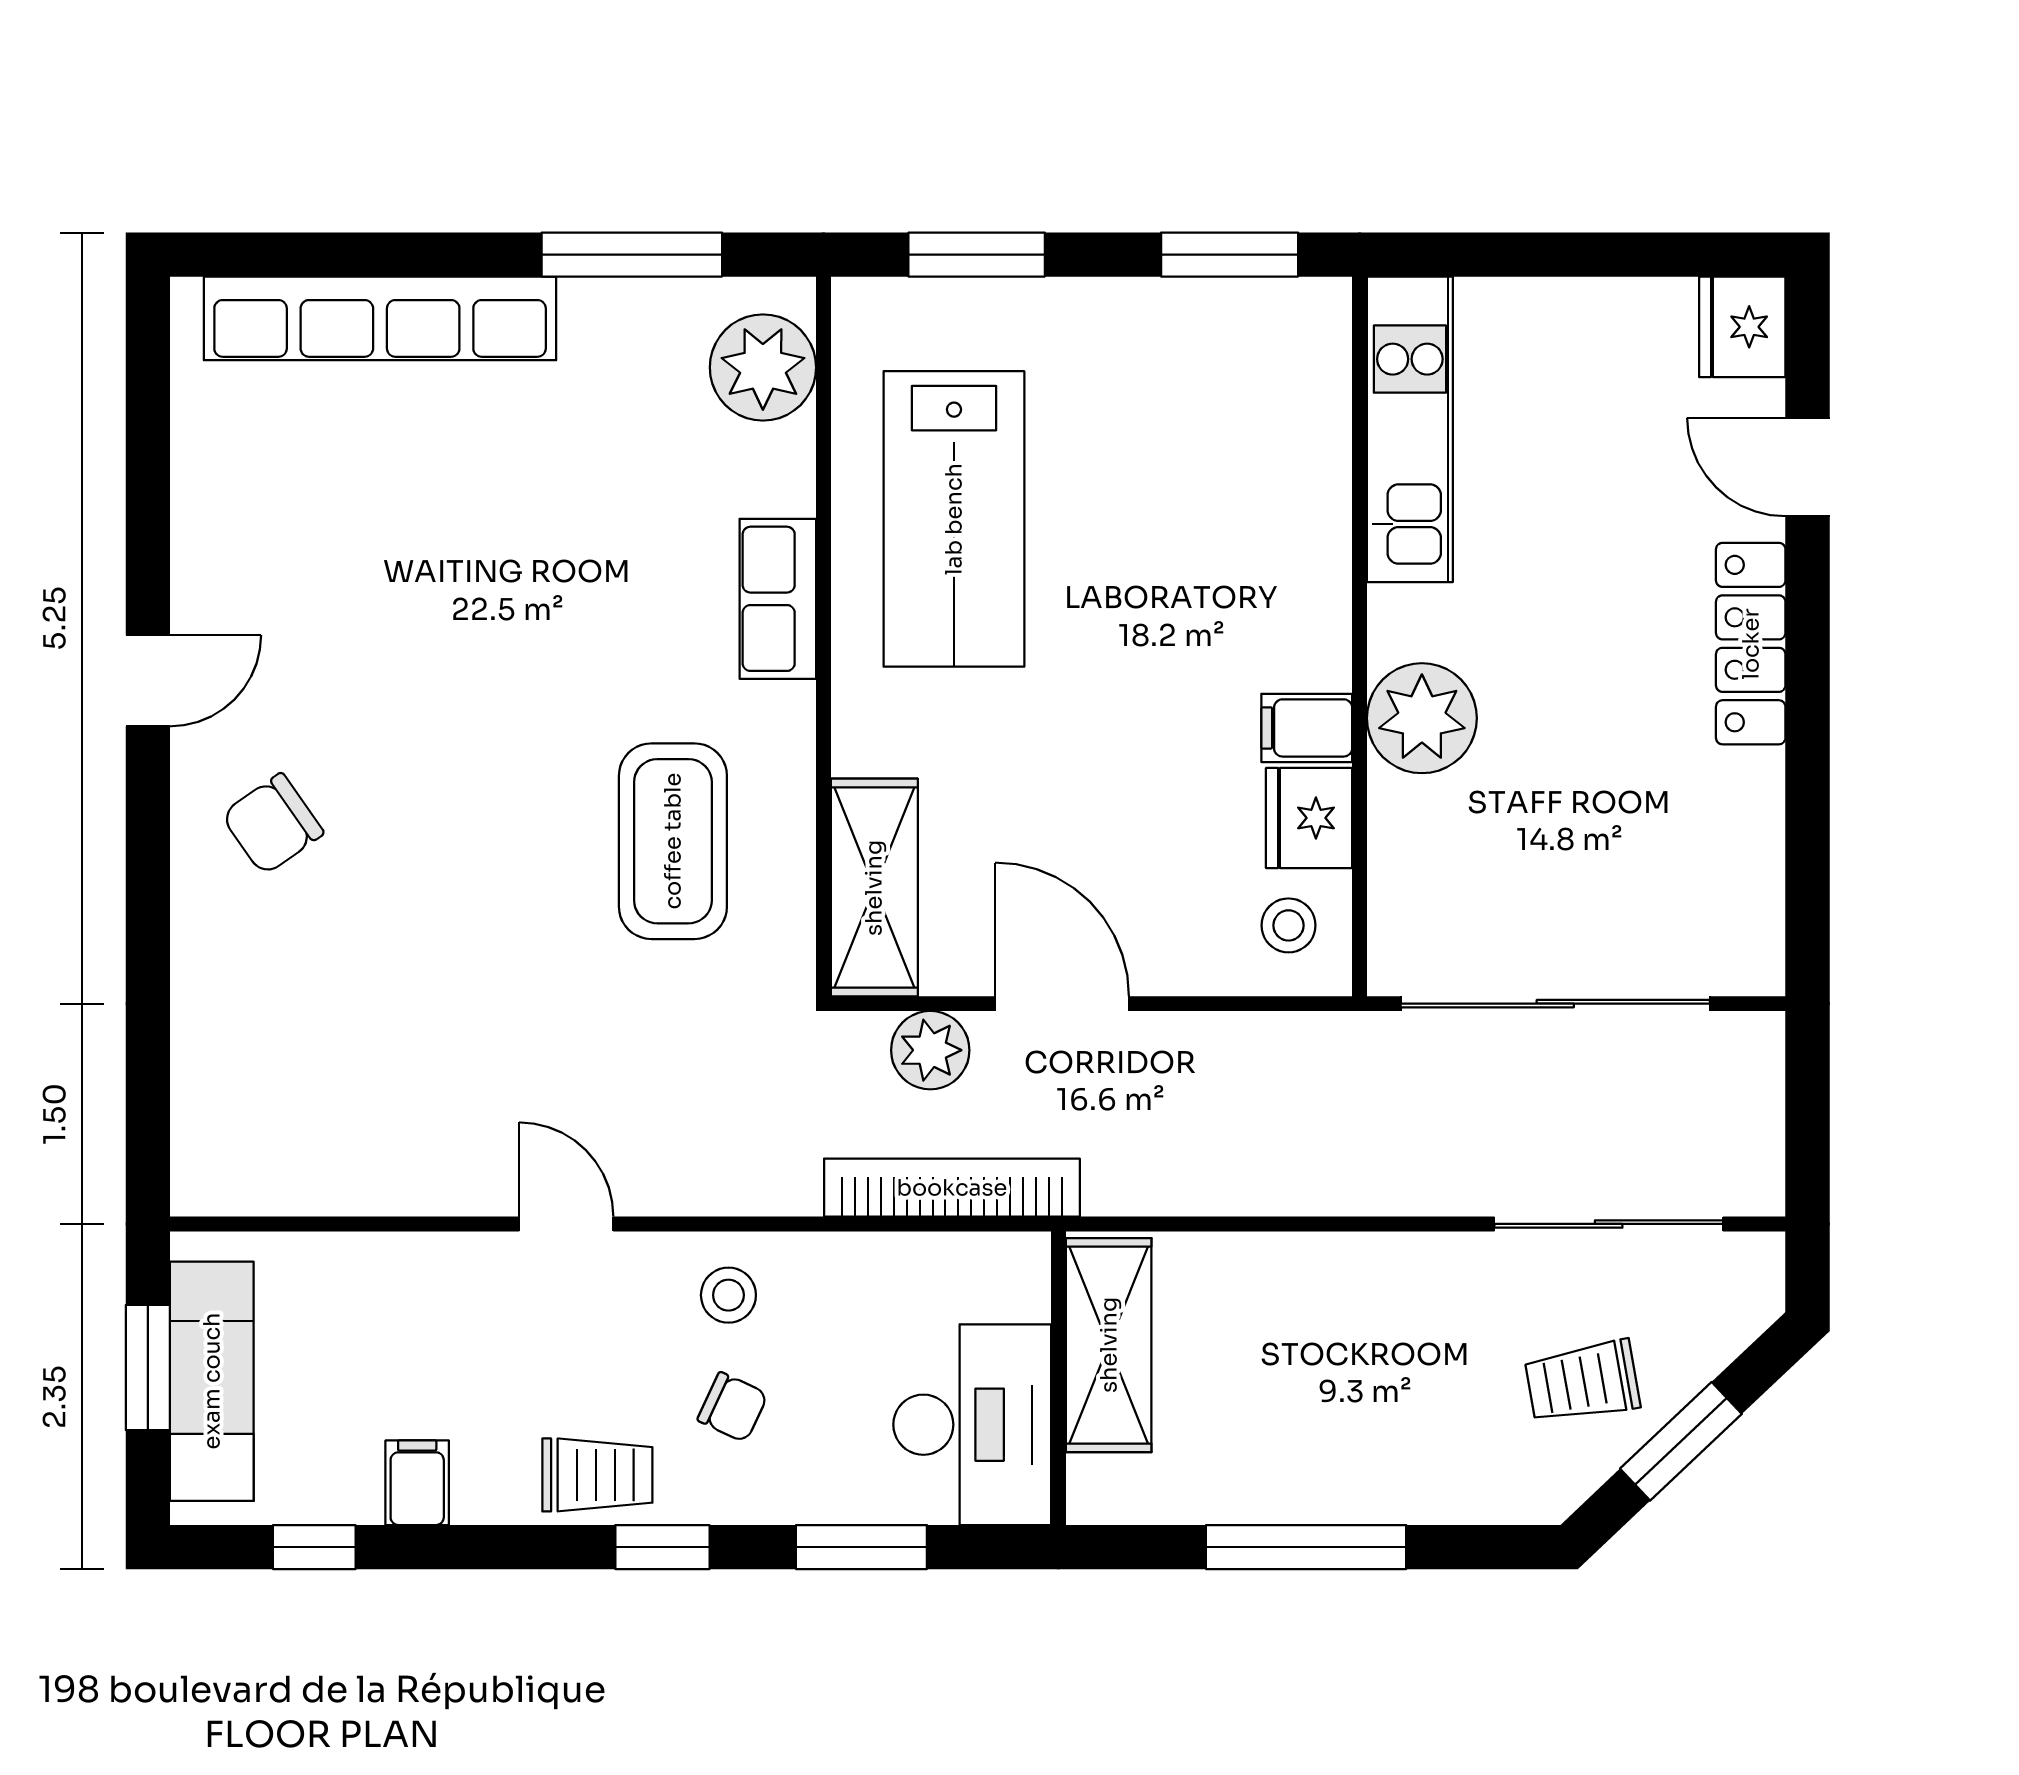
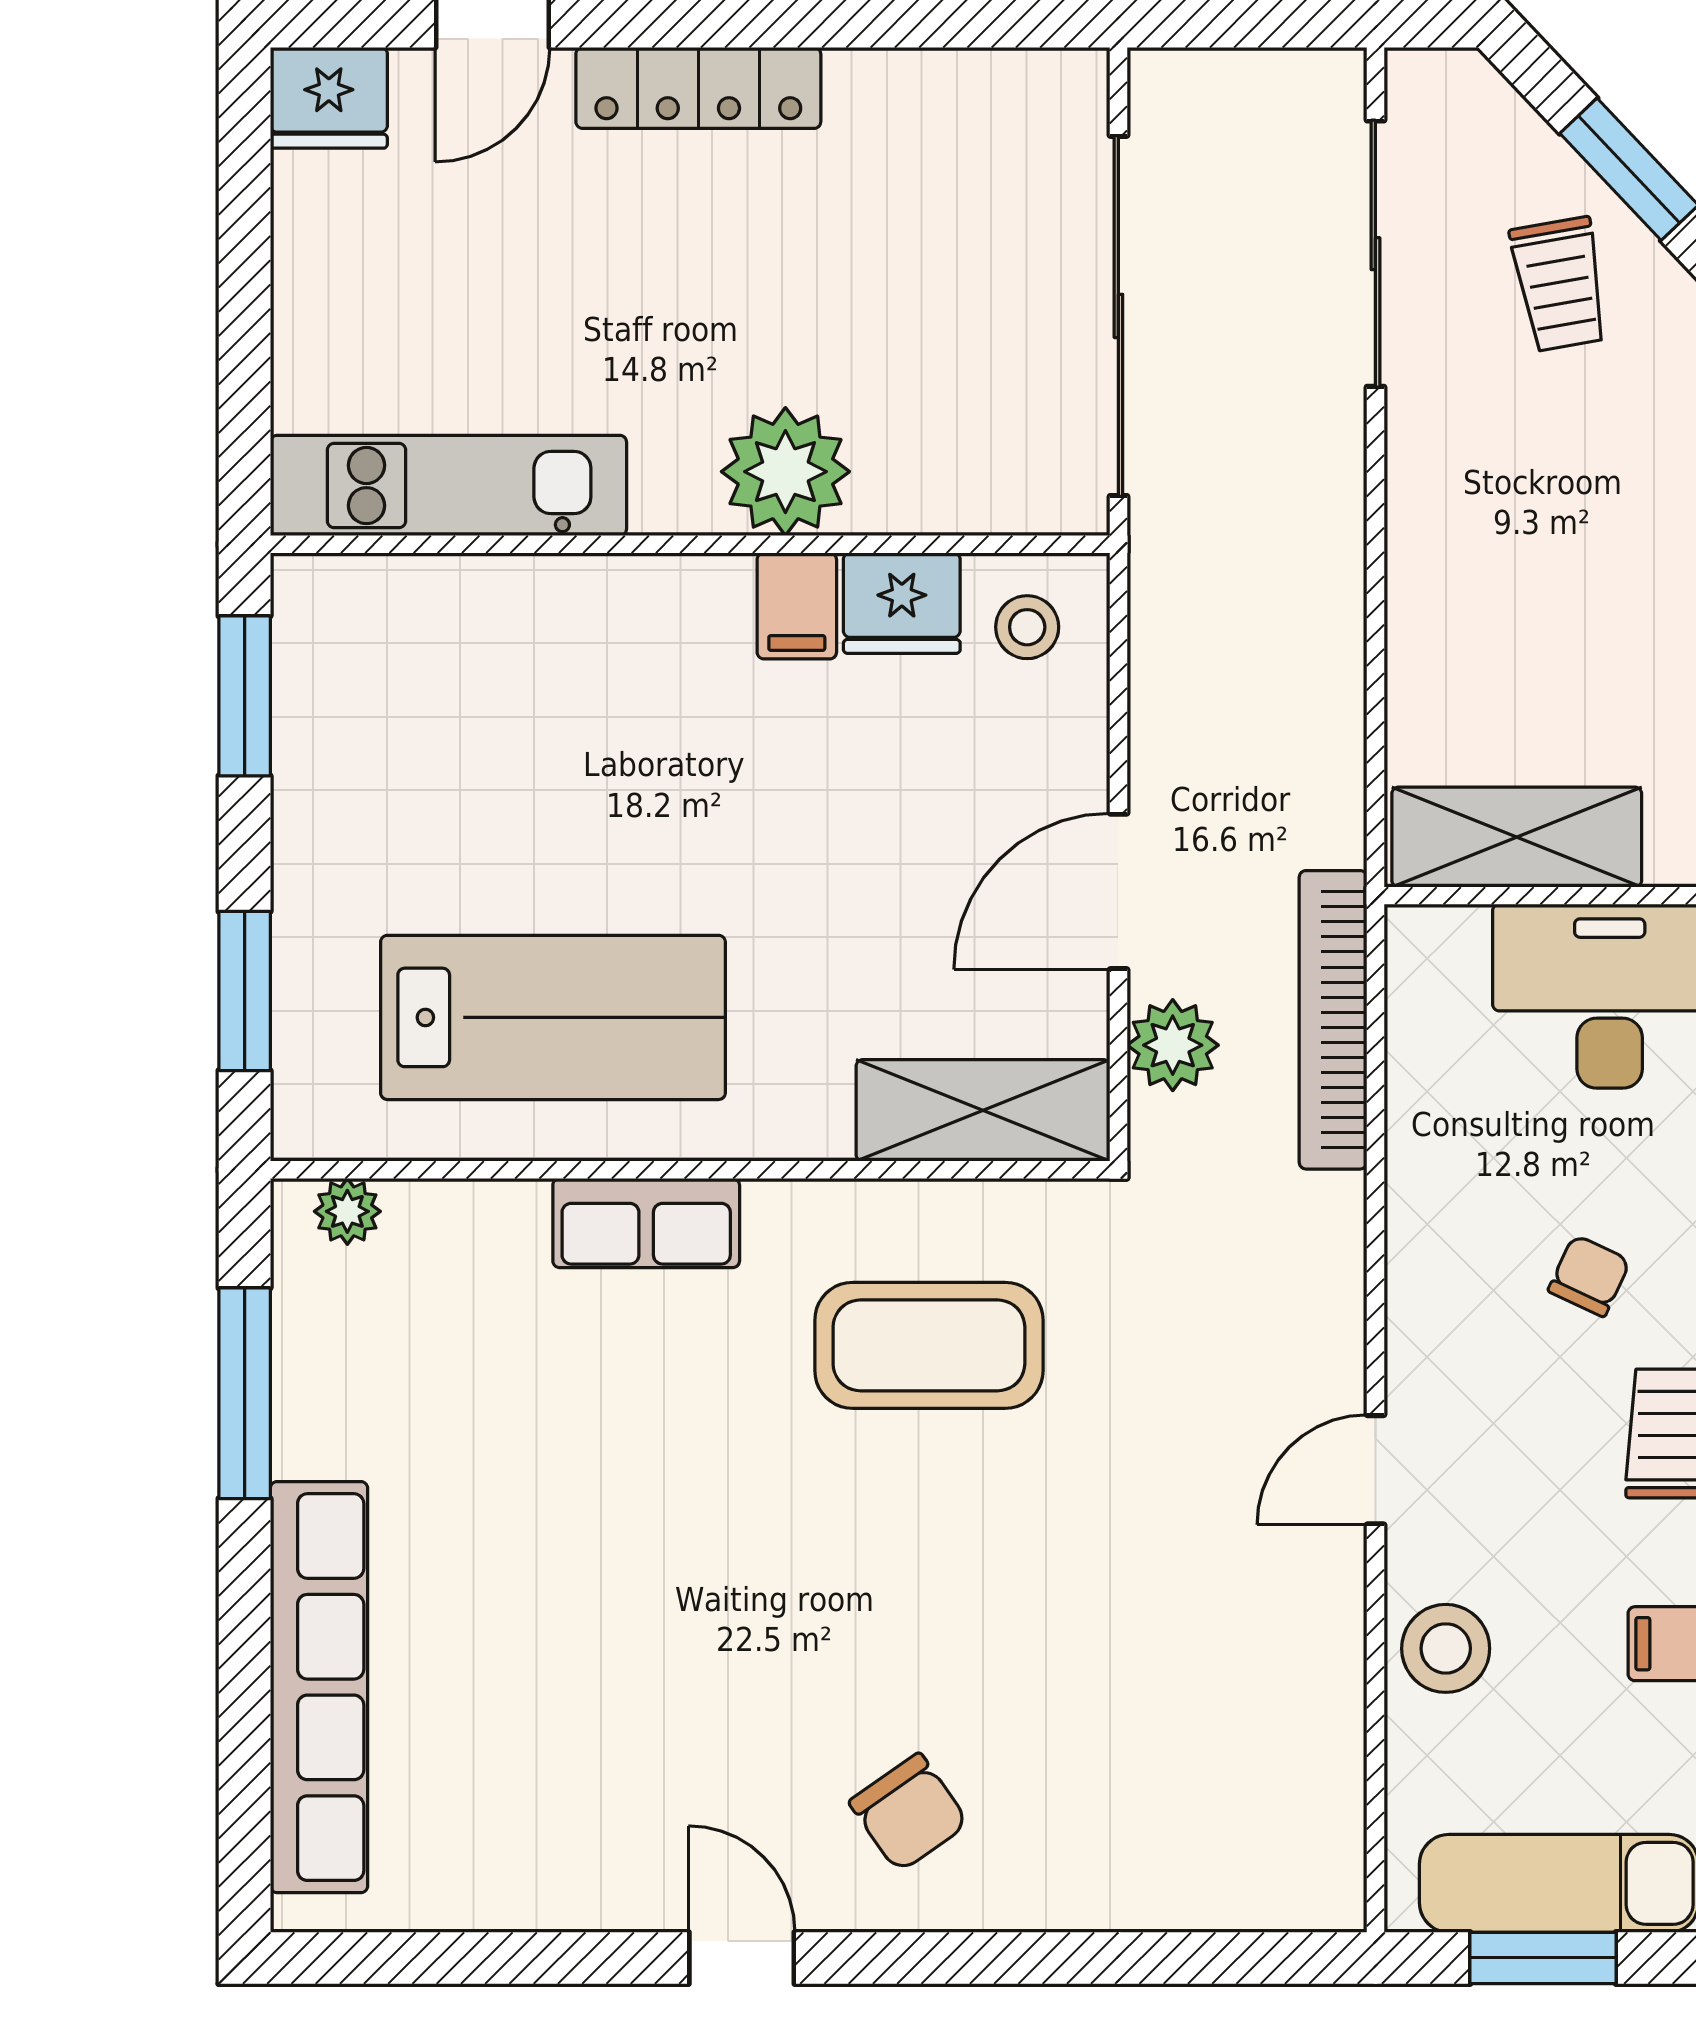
plant: (763, 367) -> (347, 1211), width x0.53, depth x0.53
stool: (728, 1295) -> (1446, 1648), moved, width x1.37, depth x1.37

